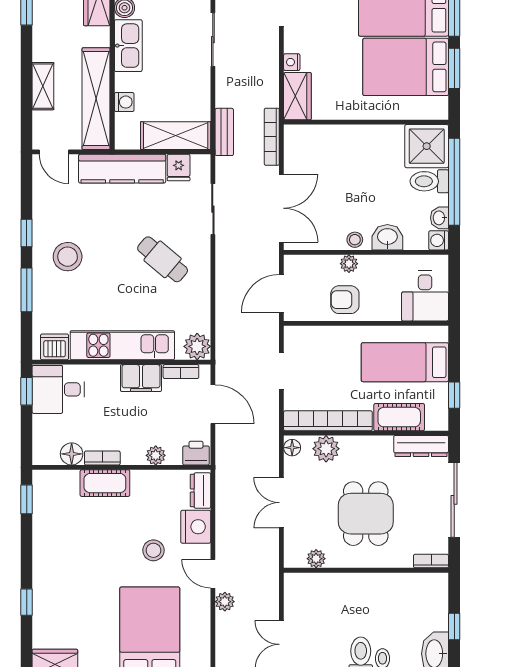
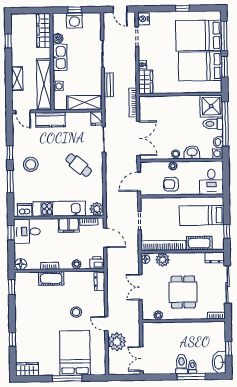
bench: (224, 132) -> (109, 85), moved
fridge: (179, 168) -> (97, 119), moved
kitchen counter: (122, 169) -> (50, 120), width x0.67
dresser: (421, 446) -> (215, 258), width x0.70
floor lamp: (72, 454) -> (21, 264), moved
nightstand: (196, 527) -> (97, 300), removed
plant: (225, 602) -> (117, 342), width x1.88, depth x1.88

